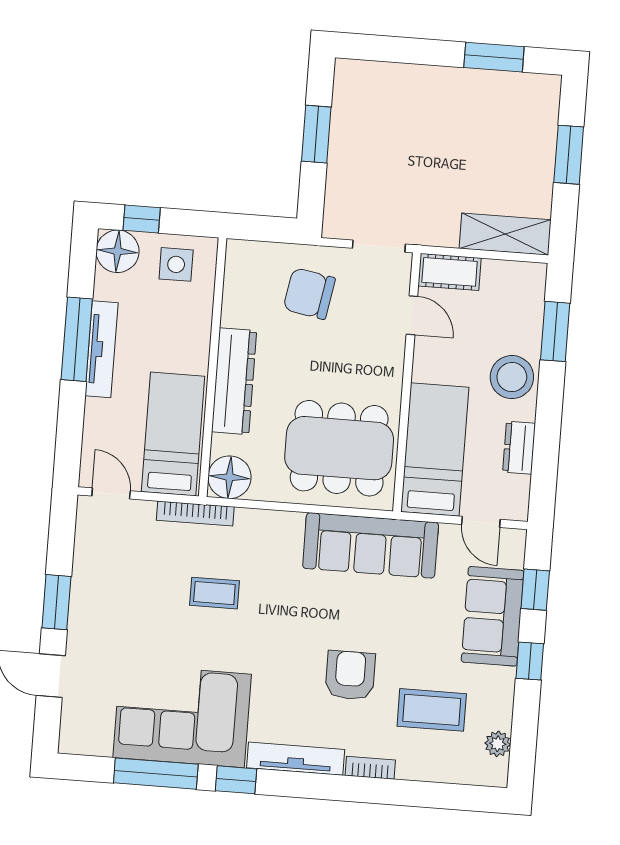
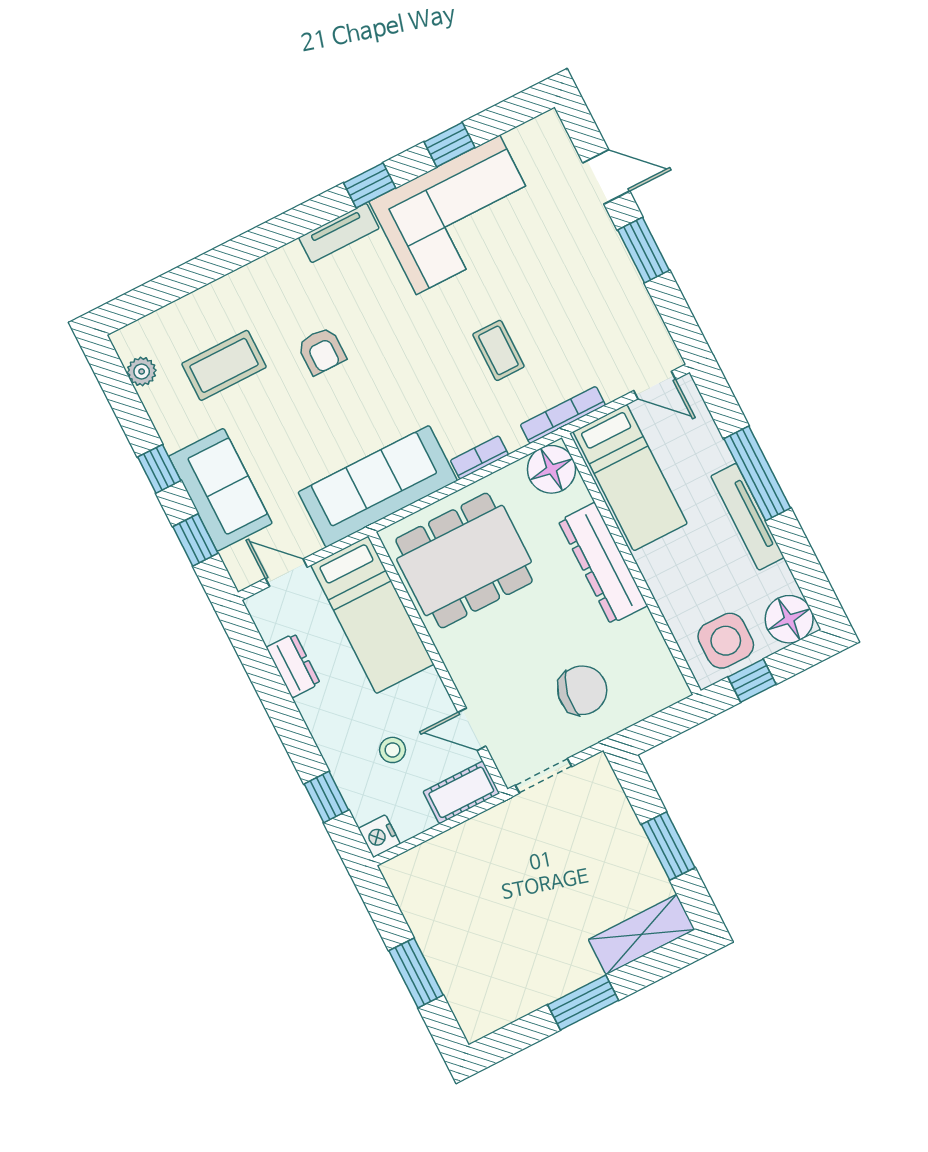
window: (494, 57) -> (583, 1002), moved
window: (142, 219) -> (752, 681), moved
shelving: (505, 234) -> (642, 935), moved
side table: (176, 264) -> (726, 641), width x1.37, depth x1.37
nightstand: (533, 277) -> (379, 836), added
window: (555, 331) -> (326, 797), width x0.67
window: (77, 339) -> (757, 473), moved
stool: (512, 377) -> (393, 750), moved, width x0.53, depth x0.53
coffee table: (214, 593) -> (498, 350), turned 90
armchair: (350, 675) -> (322, 351), width x0.72, depth x0.72
tv unit: (296, 759) -> (339, 233), width x0.71
bookcase: (370, 768) -> (479, 457), moved, turned 180
window: (156, 774) -> (449, 145), width x0.46

